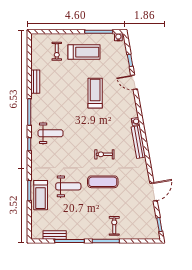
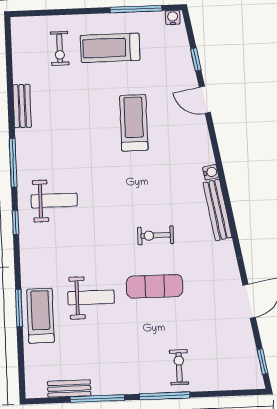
treadmill: (84, 52) -> (110, 48), turned 180
treadmill: (41, 195) -> (40, 316), turned 180

